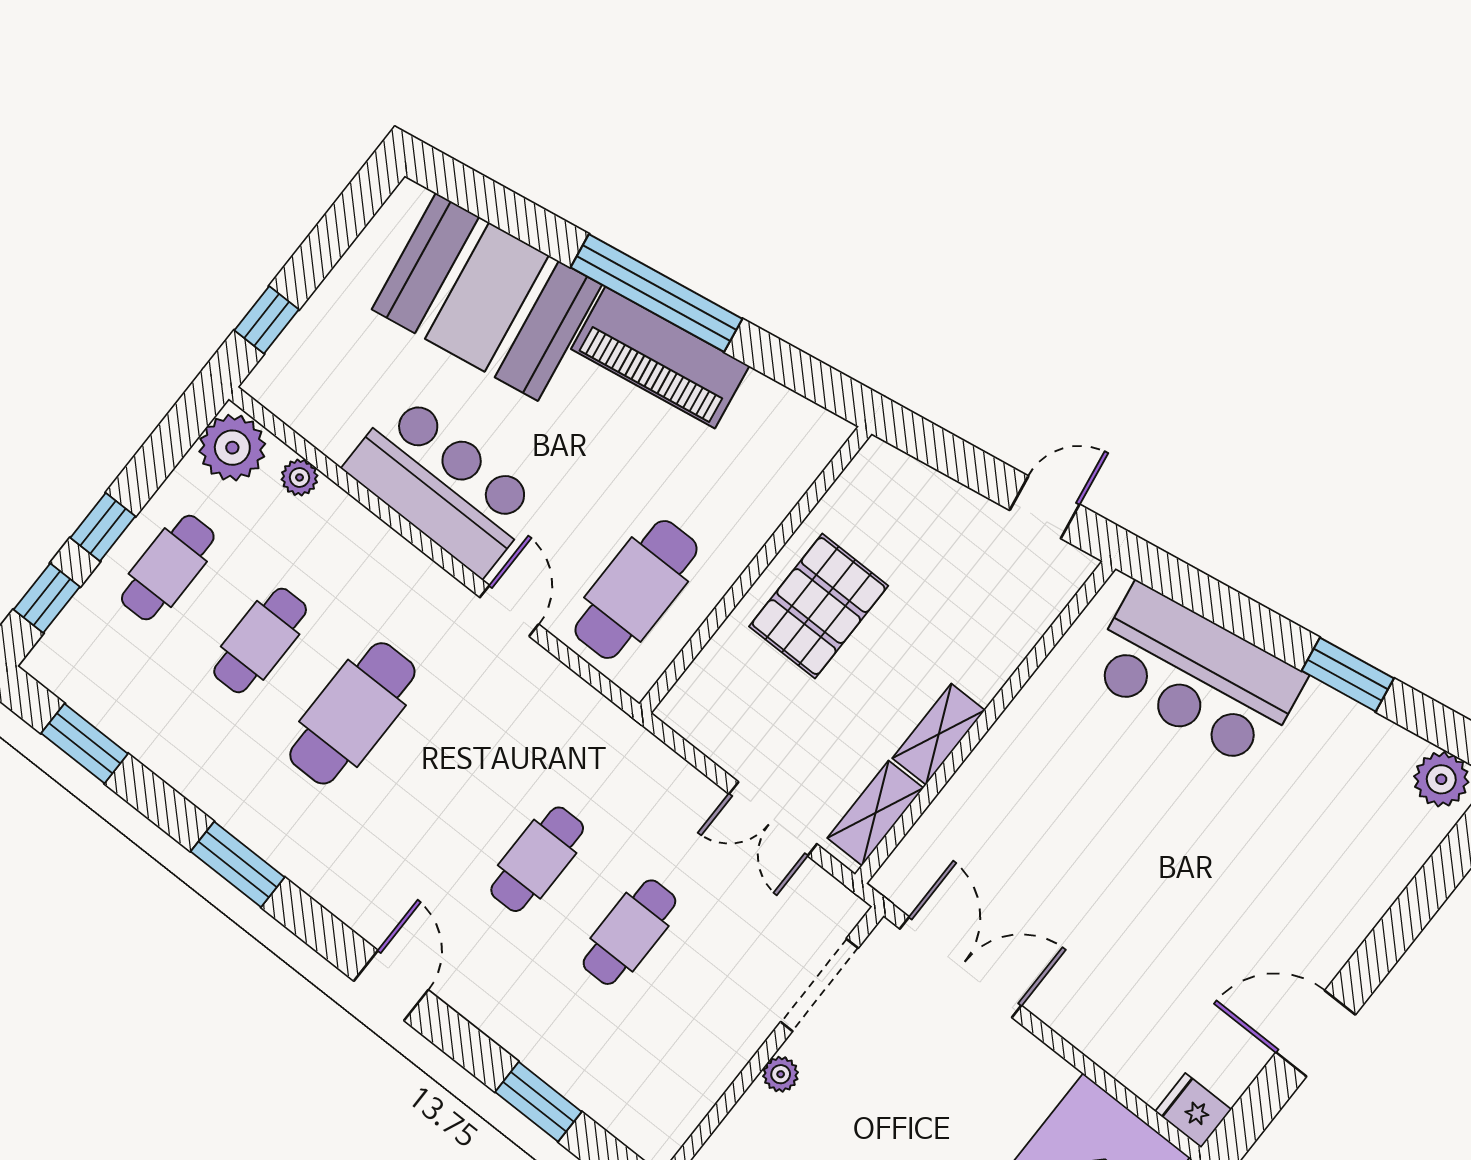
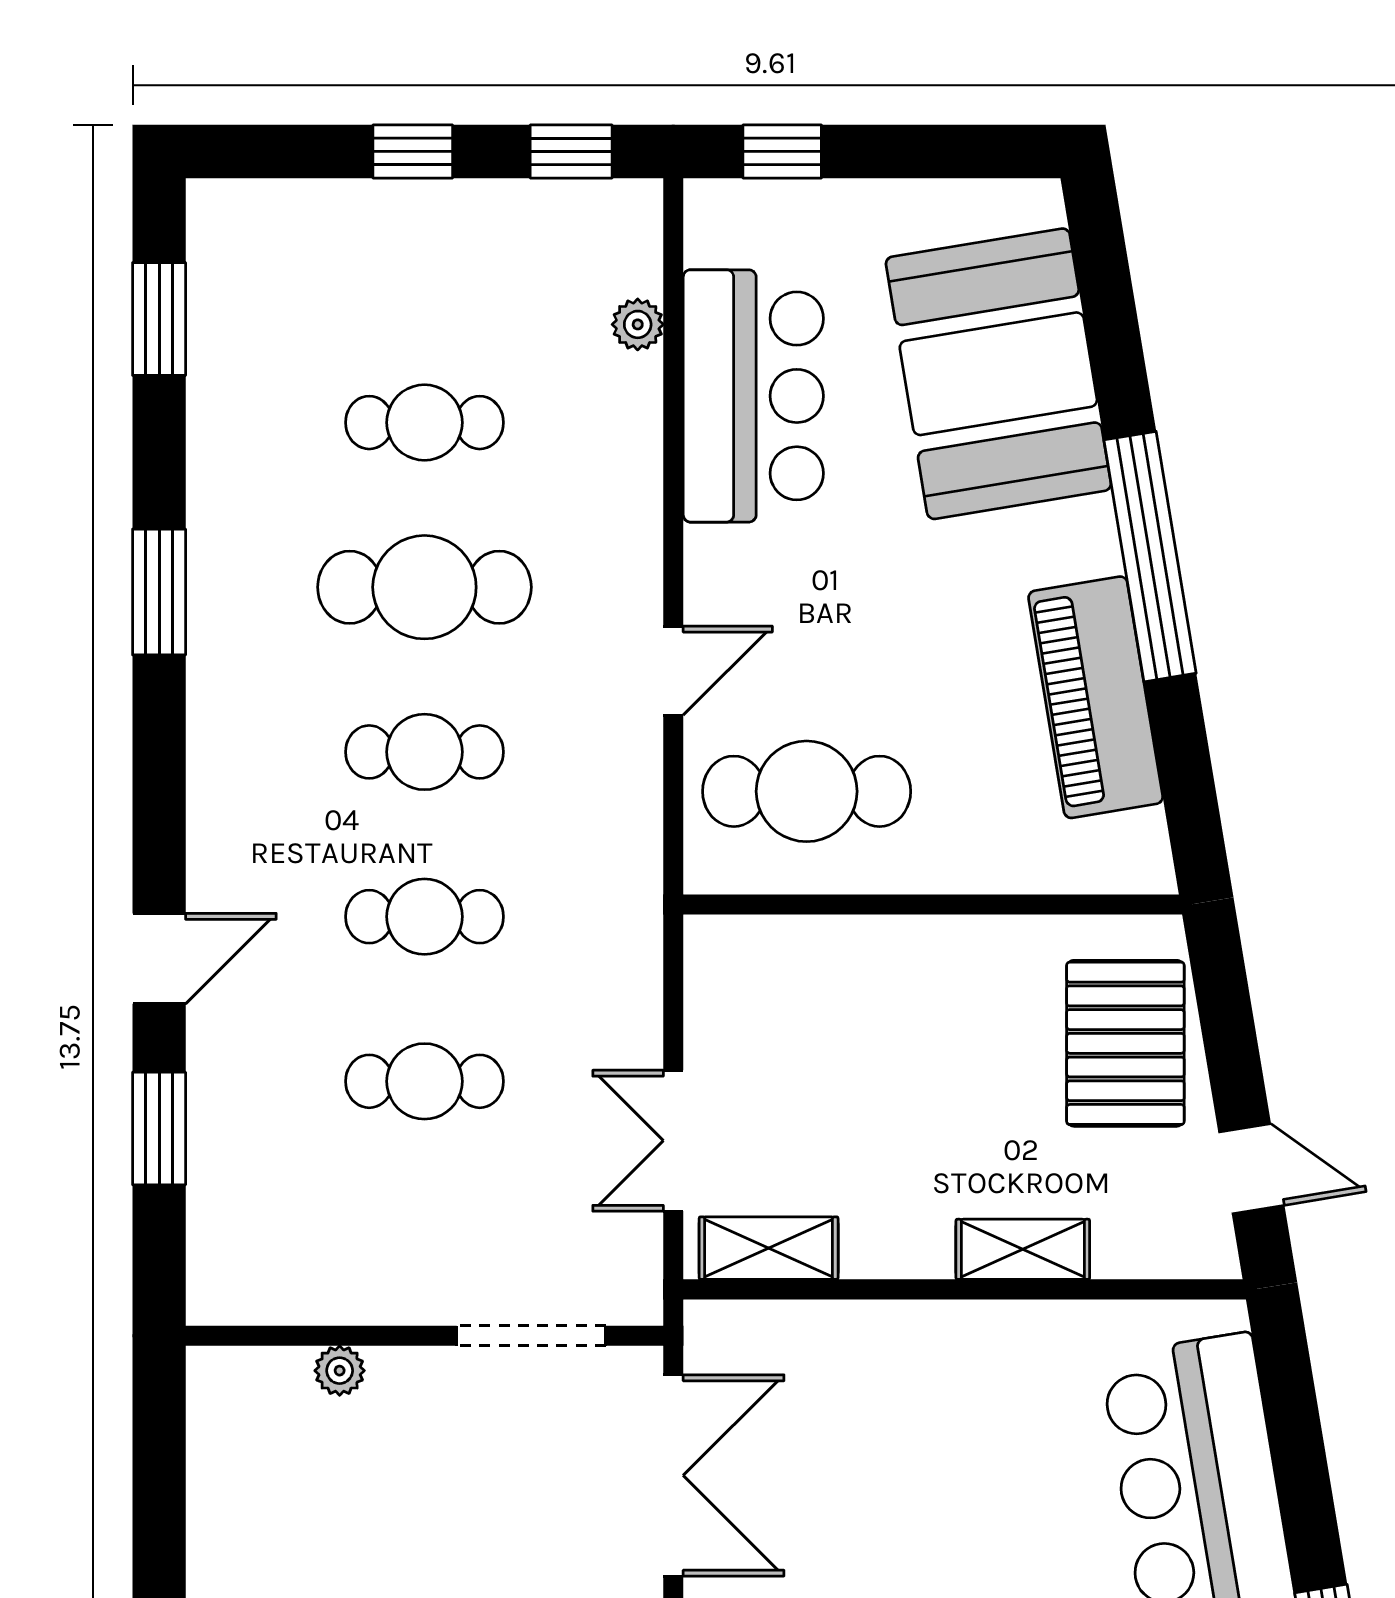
piano: (660, 358) -> (1096, 697), moved
plant: (232, 448) -> (612, 225), removed
bar counter: (442, 485) -> (753, 396), moved
cafe table: (168, 568) -> (424, 752), moved
window: (47, 598) -> (571, 151), moved
pallet: (819, 606) -> (1125, 1043), moved, turned 90
shelving: (939, 734) -> (1023, 1249), moved
door: (391, 985) -> (159, 959), moved
plant: (781, 1074) -> (340, 1371), moved

